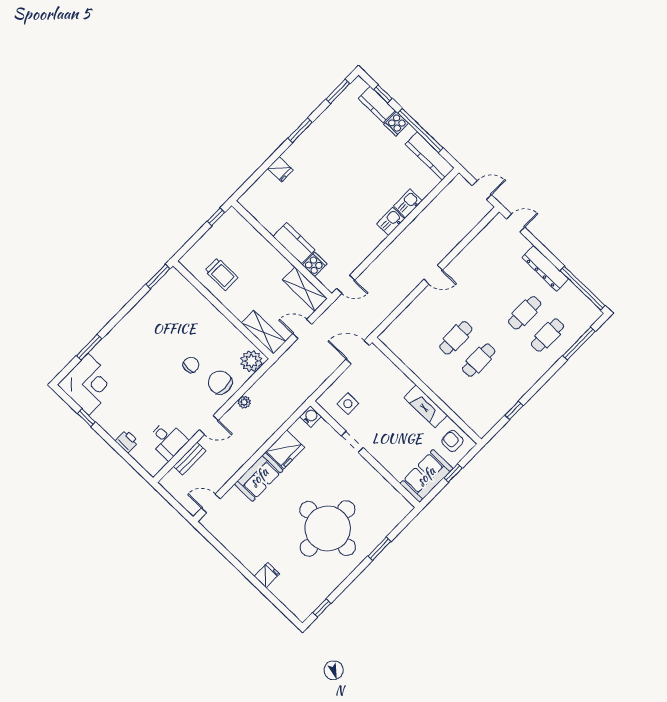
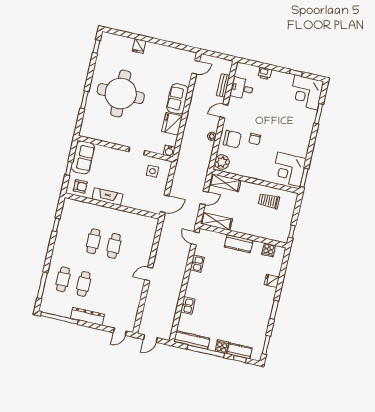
kitchen sink: (391, 221) -> (197, 264), moved
cooker: (315, 264) -> (269, 250), moved
door: (346, 284) -> (195, 238), hinge flipped
corner desk: (171, 299) -> (289, 169), added

